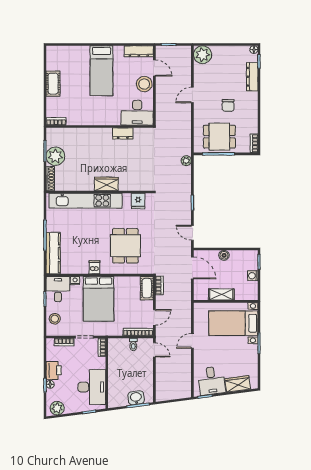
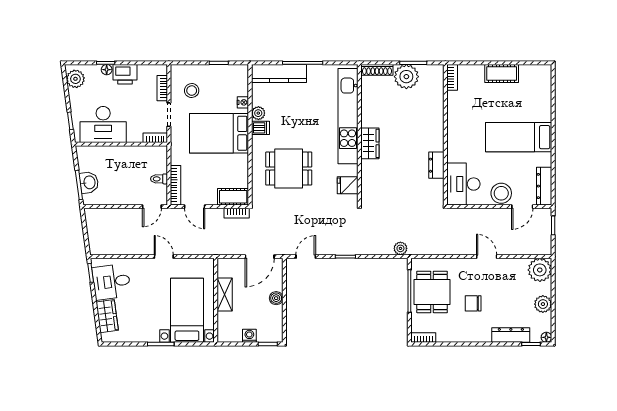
plant: (229, 52) -> (543, 304), added
plant: (83, 269) -> (258, 113), added
desk: (58, 289) -> (232, 80), removed
stool: (55, 319) -> (192, 91), moved

